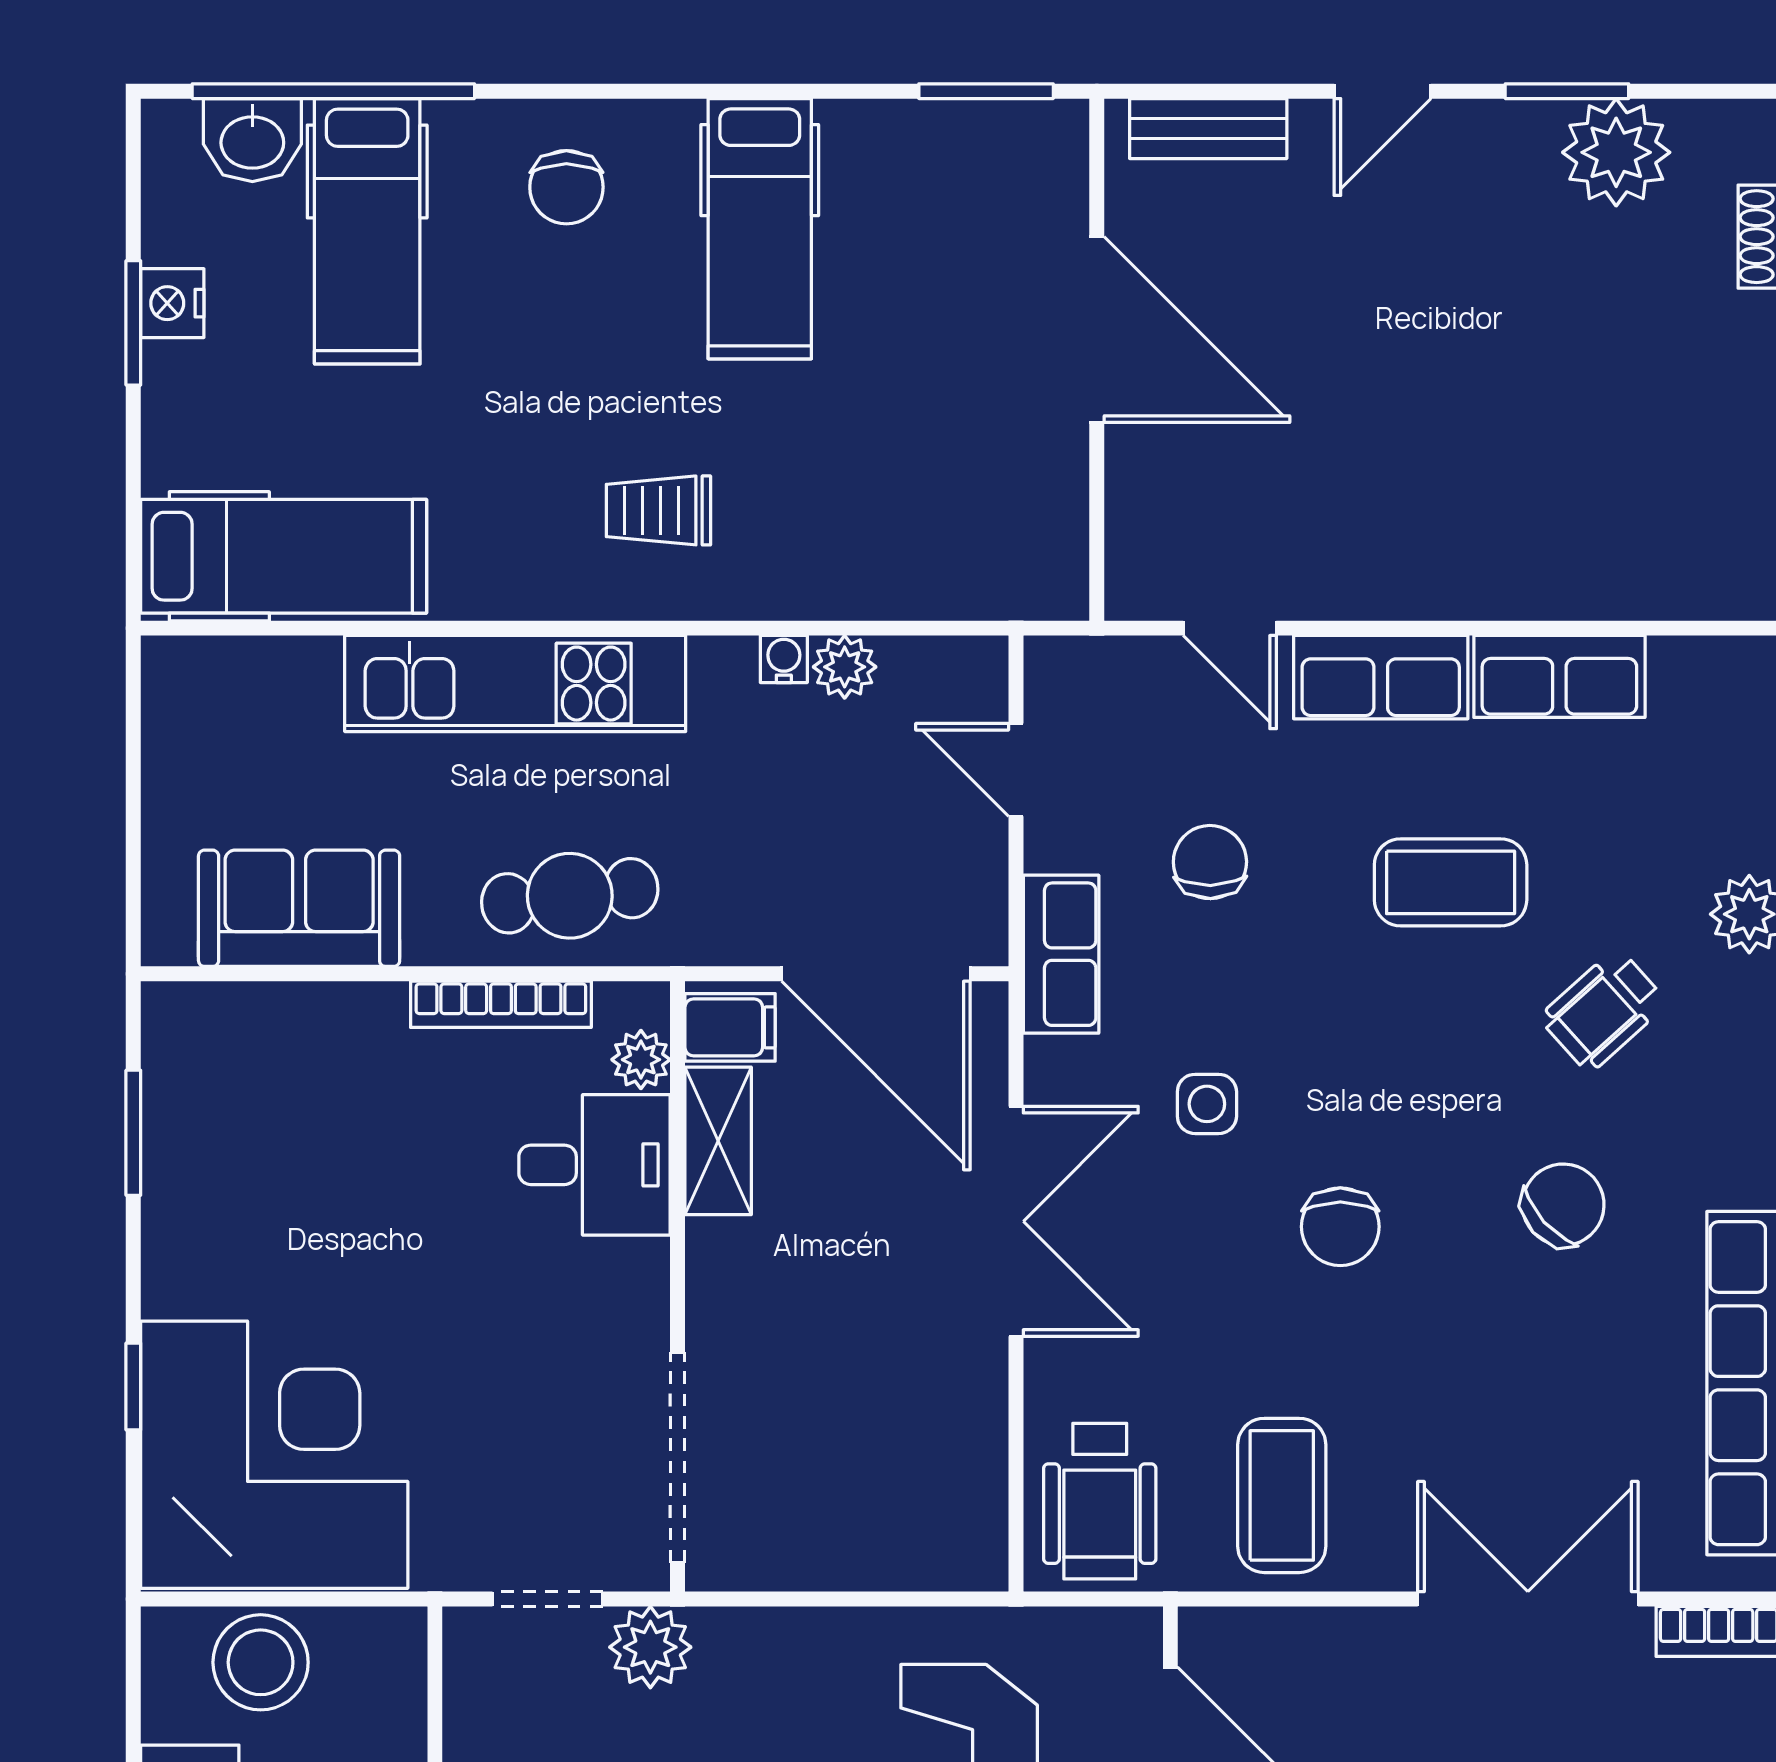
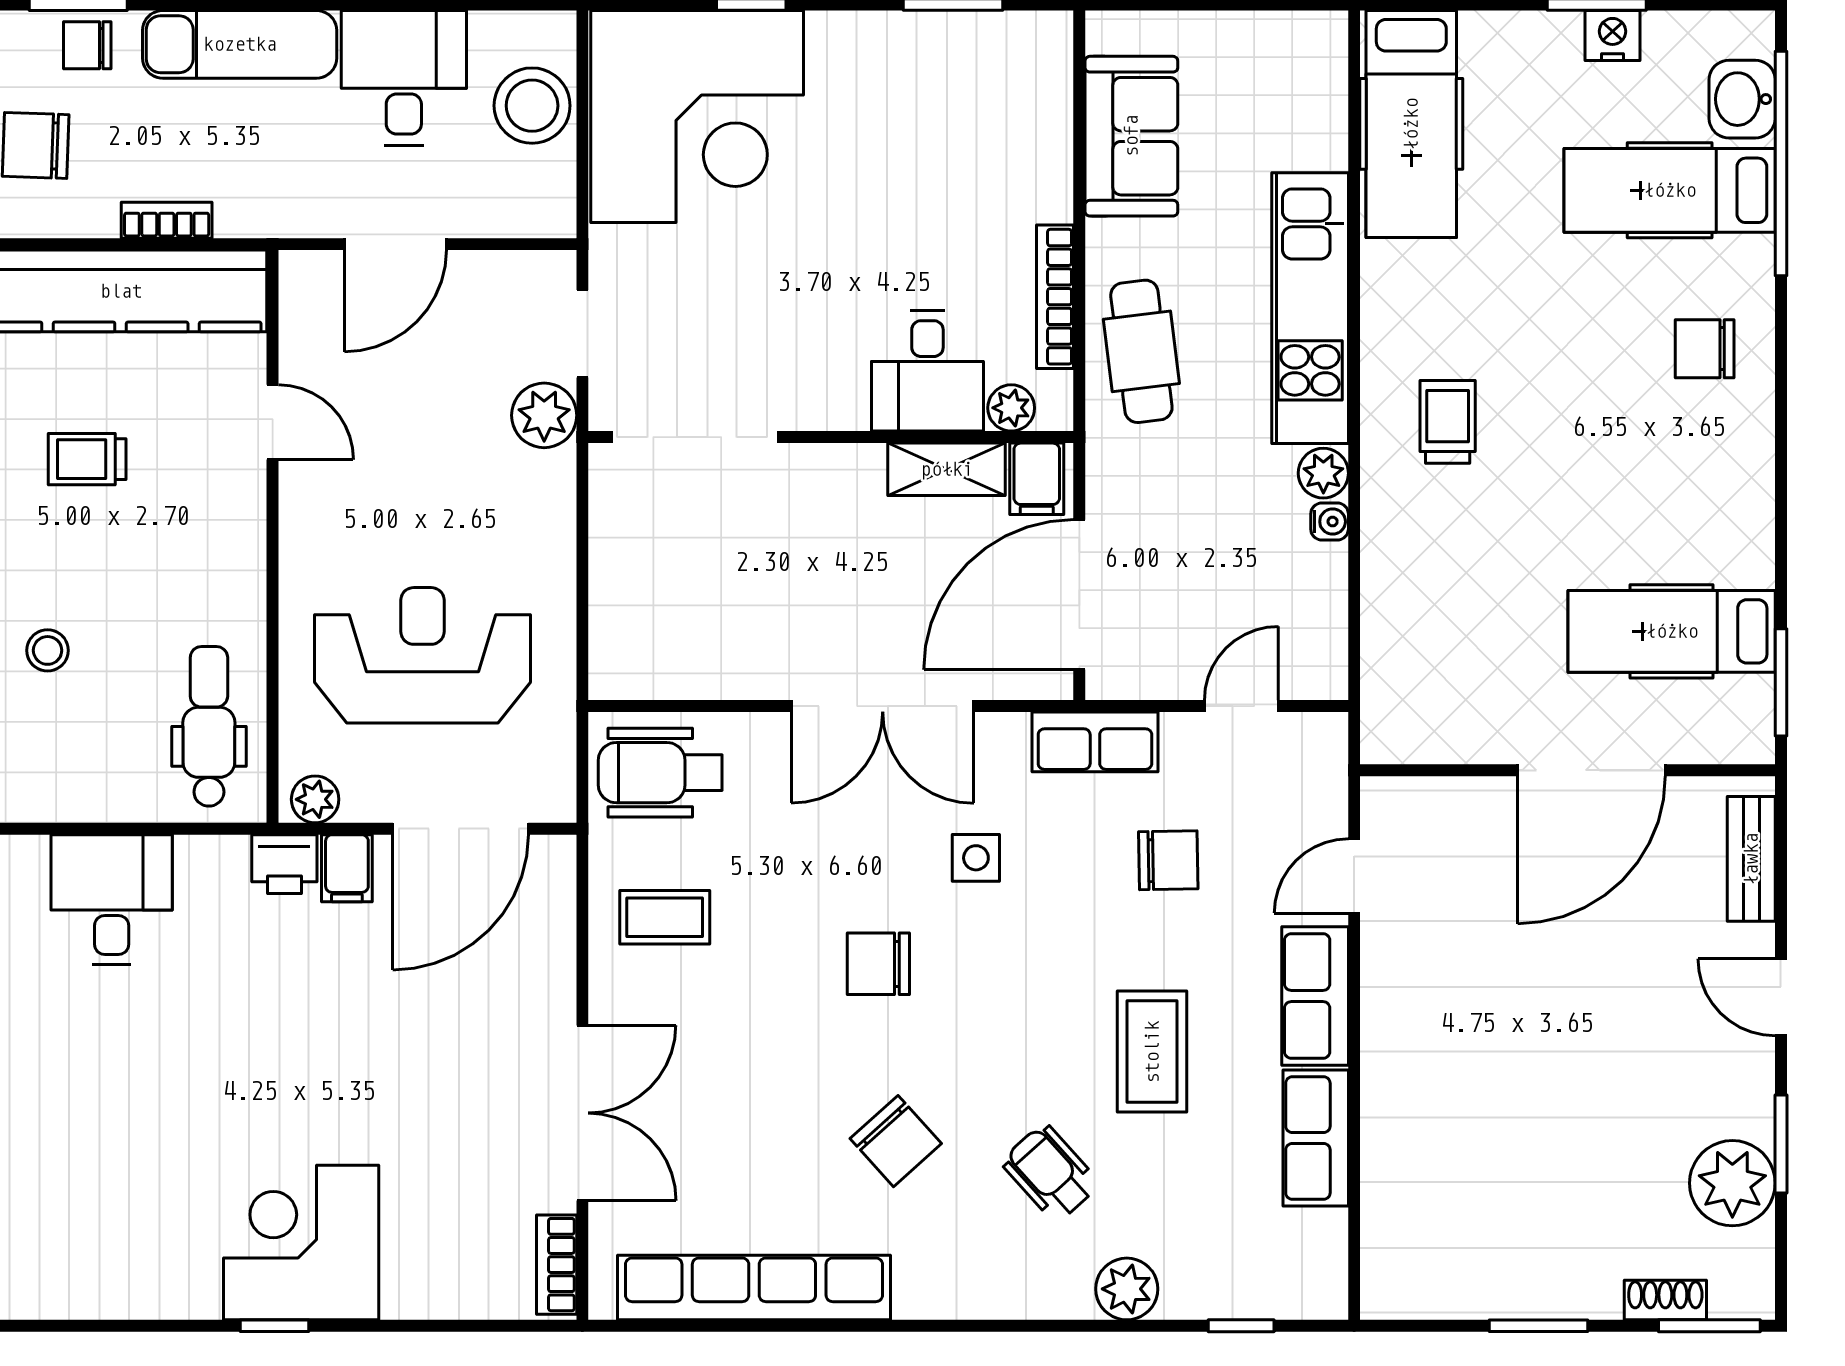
hospital bed: (760, 229) -> (1672, 631), moved
plant: (845, 667) -> (1323, 473), moved
coffee table: (1282, 1495) -> (665, 917), width x0.73, depth x0.77

